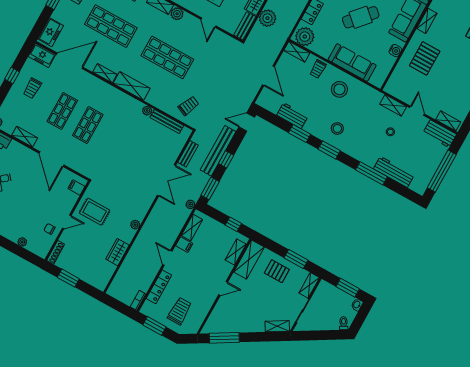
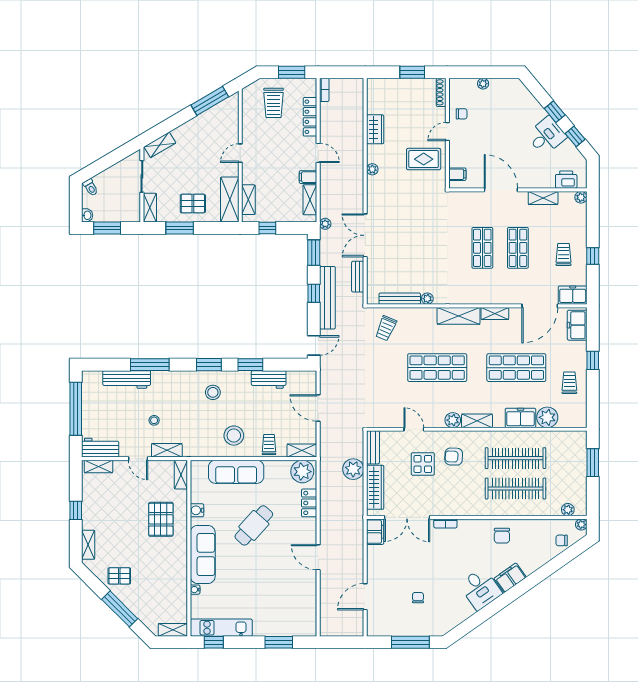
shelving: (427, 21) -> (181, 475), moved

